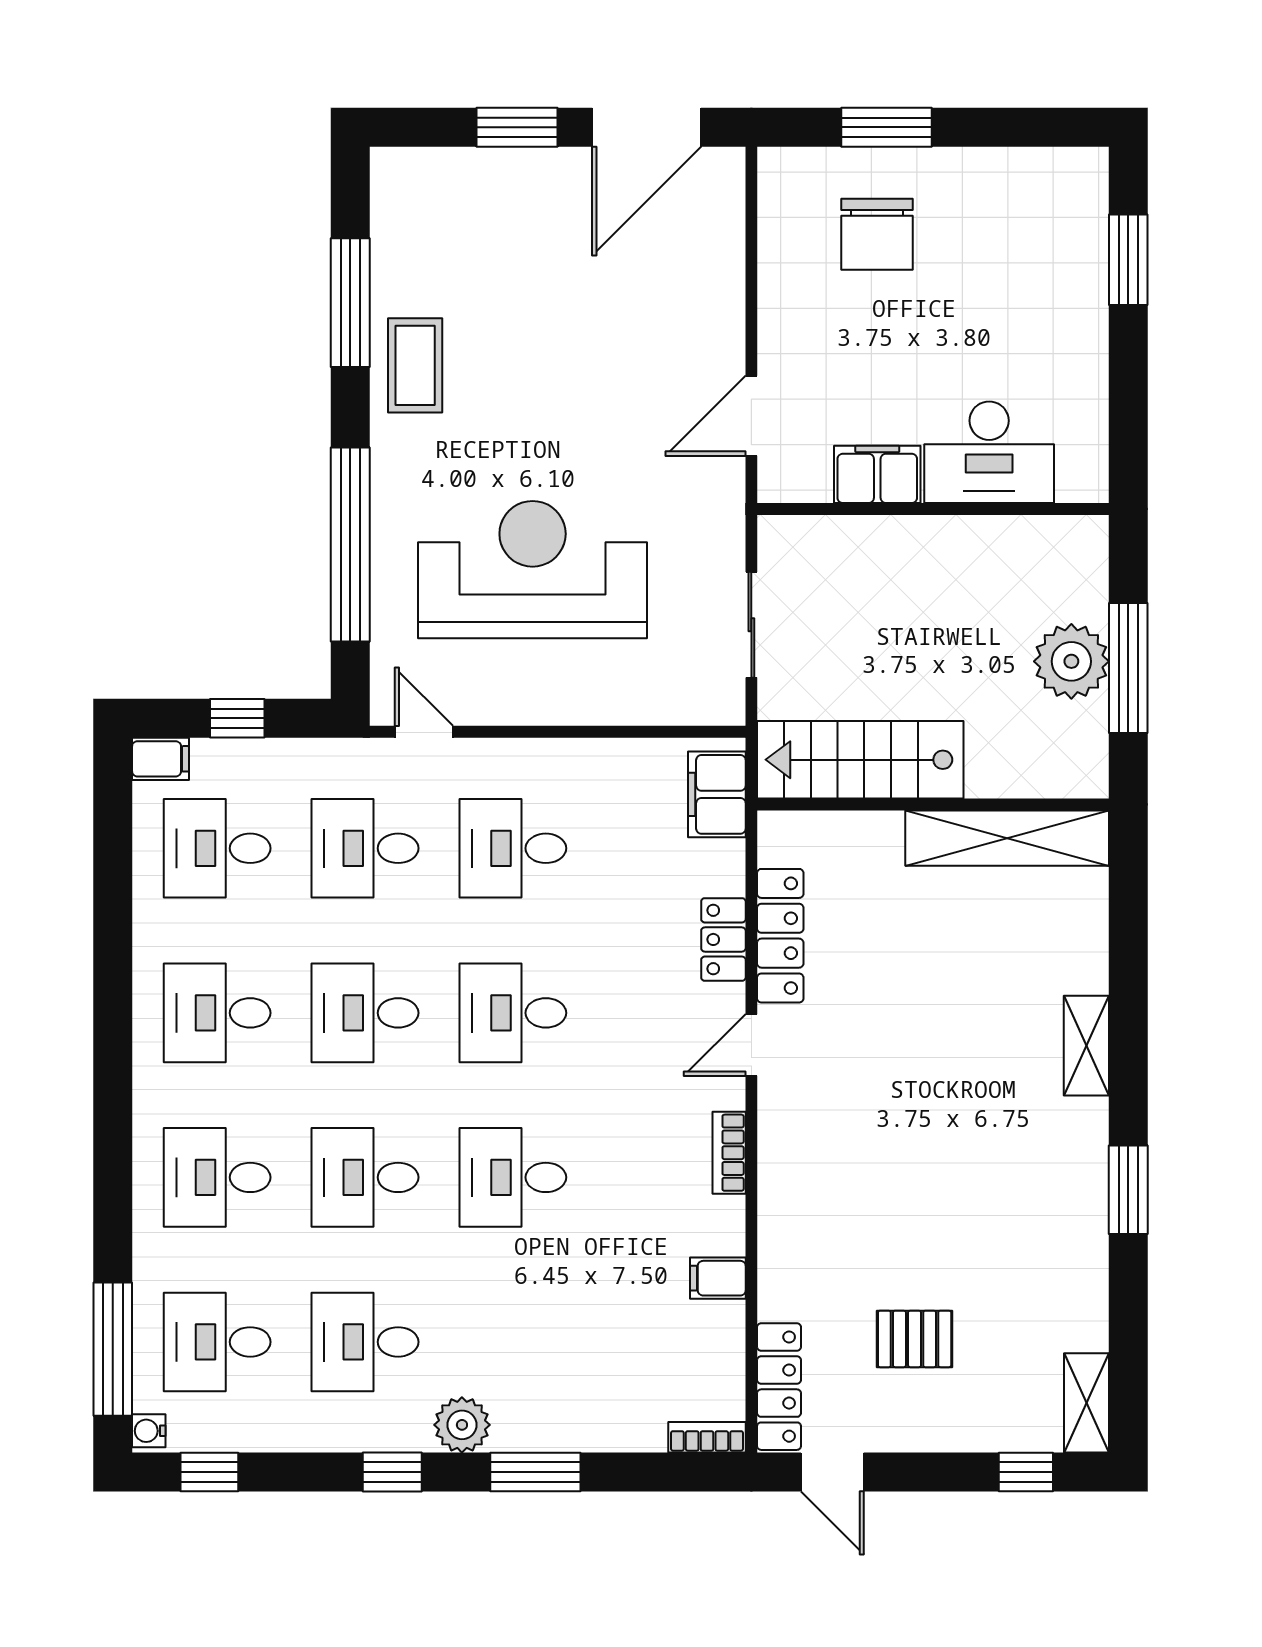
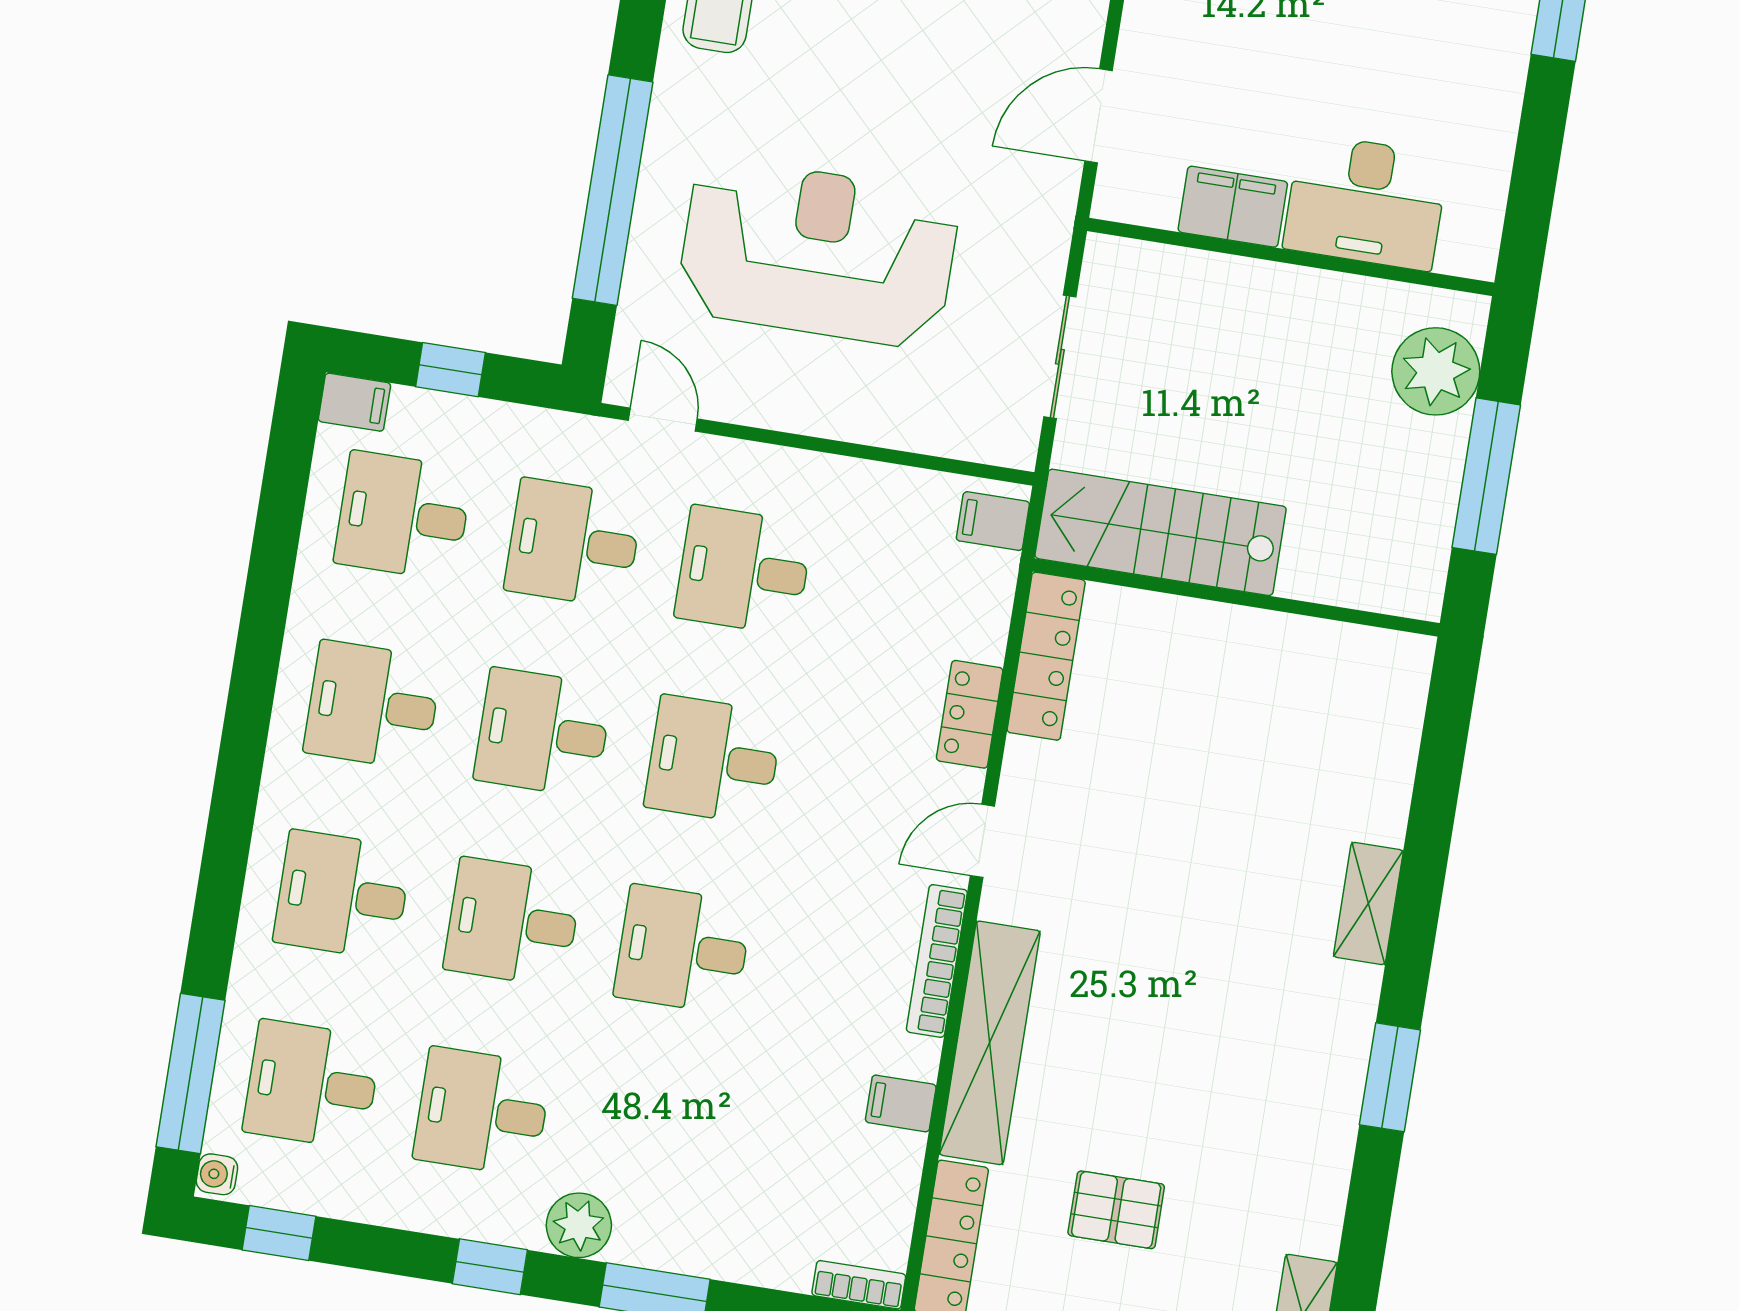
plant: (1071, 661) -> (1436, 371), moved
filing cabinet: (717, 794) -> (993, 521), width x0.50
shelving: (1007, 838) -> (990, 1043), moved, turned 90
locker: (780, 936) -> (1046, 656), moved
bookcase: (729, 1153) -> (937, 961), width x1.56

